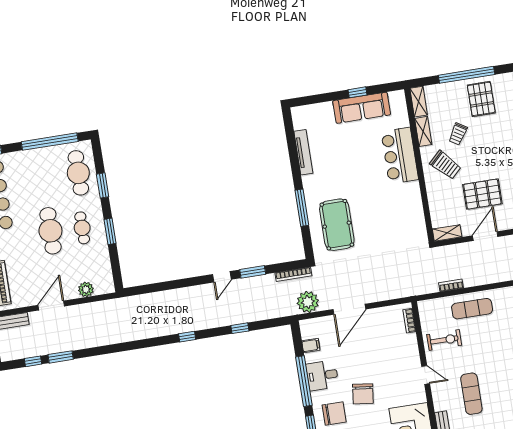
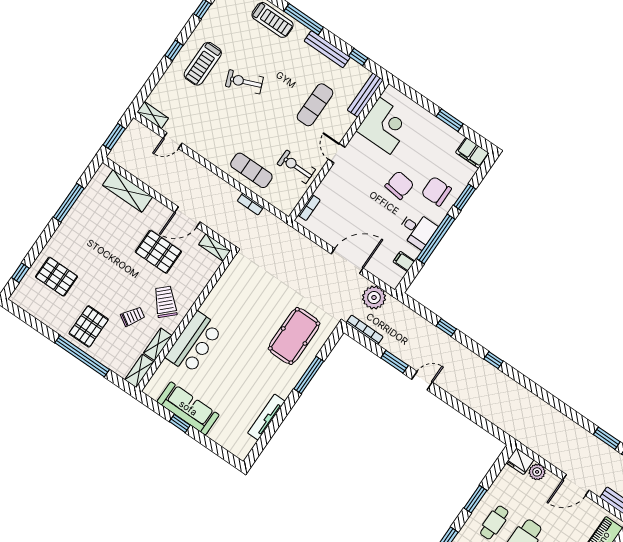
fridge: (104, 286) -> (520, 461), added

